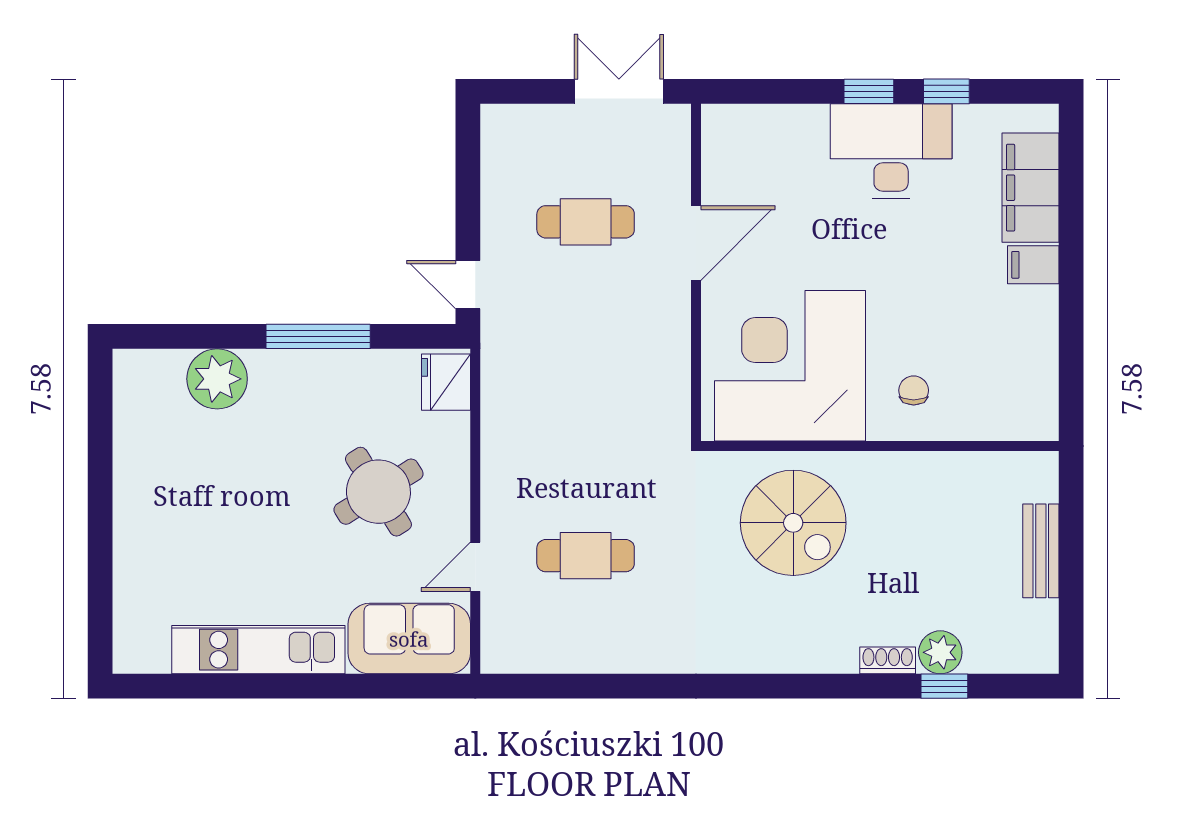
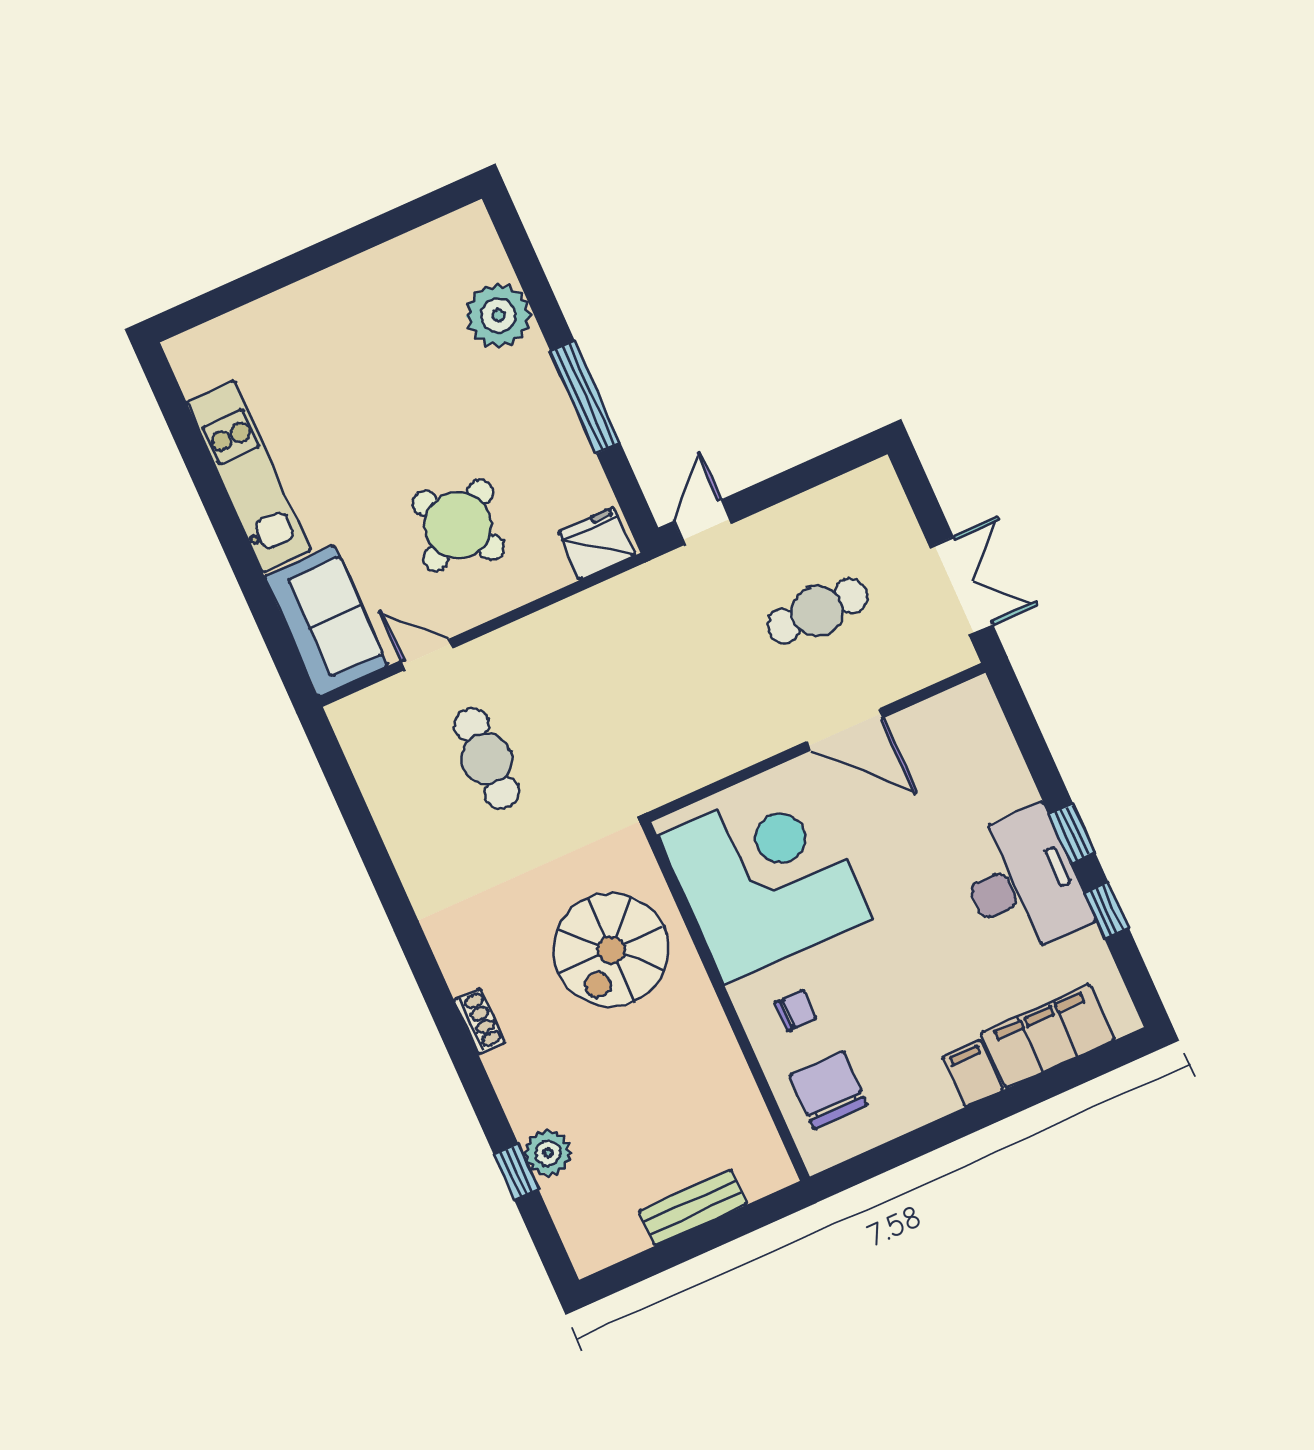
cafe table: (586, 222) -> (817, 611), turned 90
chair: (993, 393) -> (828, 1090), added
shoe rack: (888, 660) -> (479, 1021), moved

